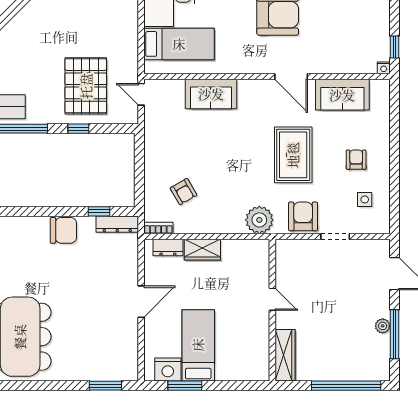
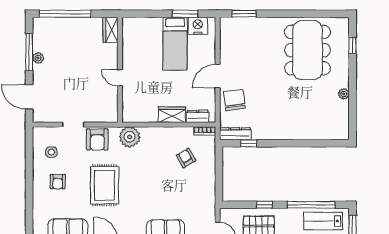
chair: (63, 230) -> (234, 100), moved, turned 82
wardrobe: (285, 355) -> (111, 30), width x0.67

